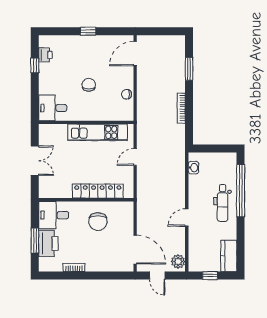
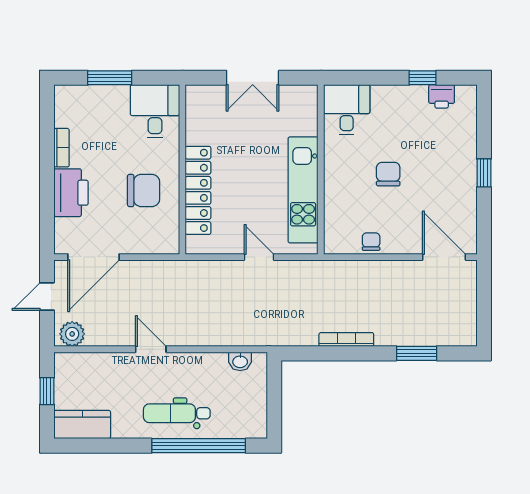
chair: (89, 85) -> (388, 174), turned -90
chair: (98, 222) -> (144, 190), turned 180
printer: (48, 243) -> (71, 193), moved, turned -90

